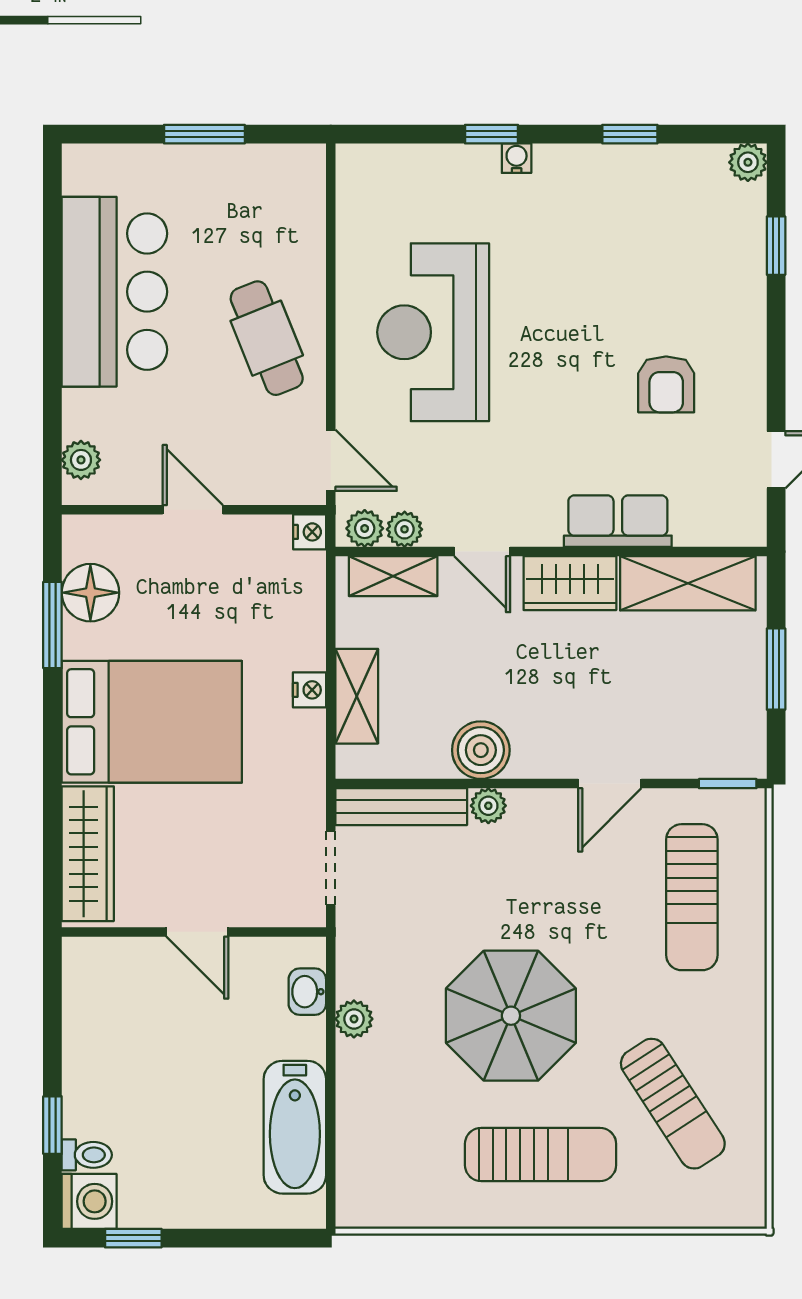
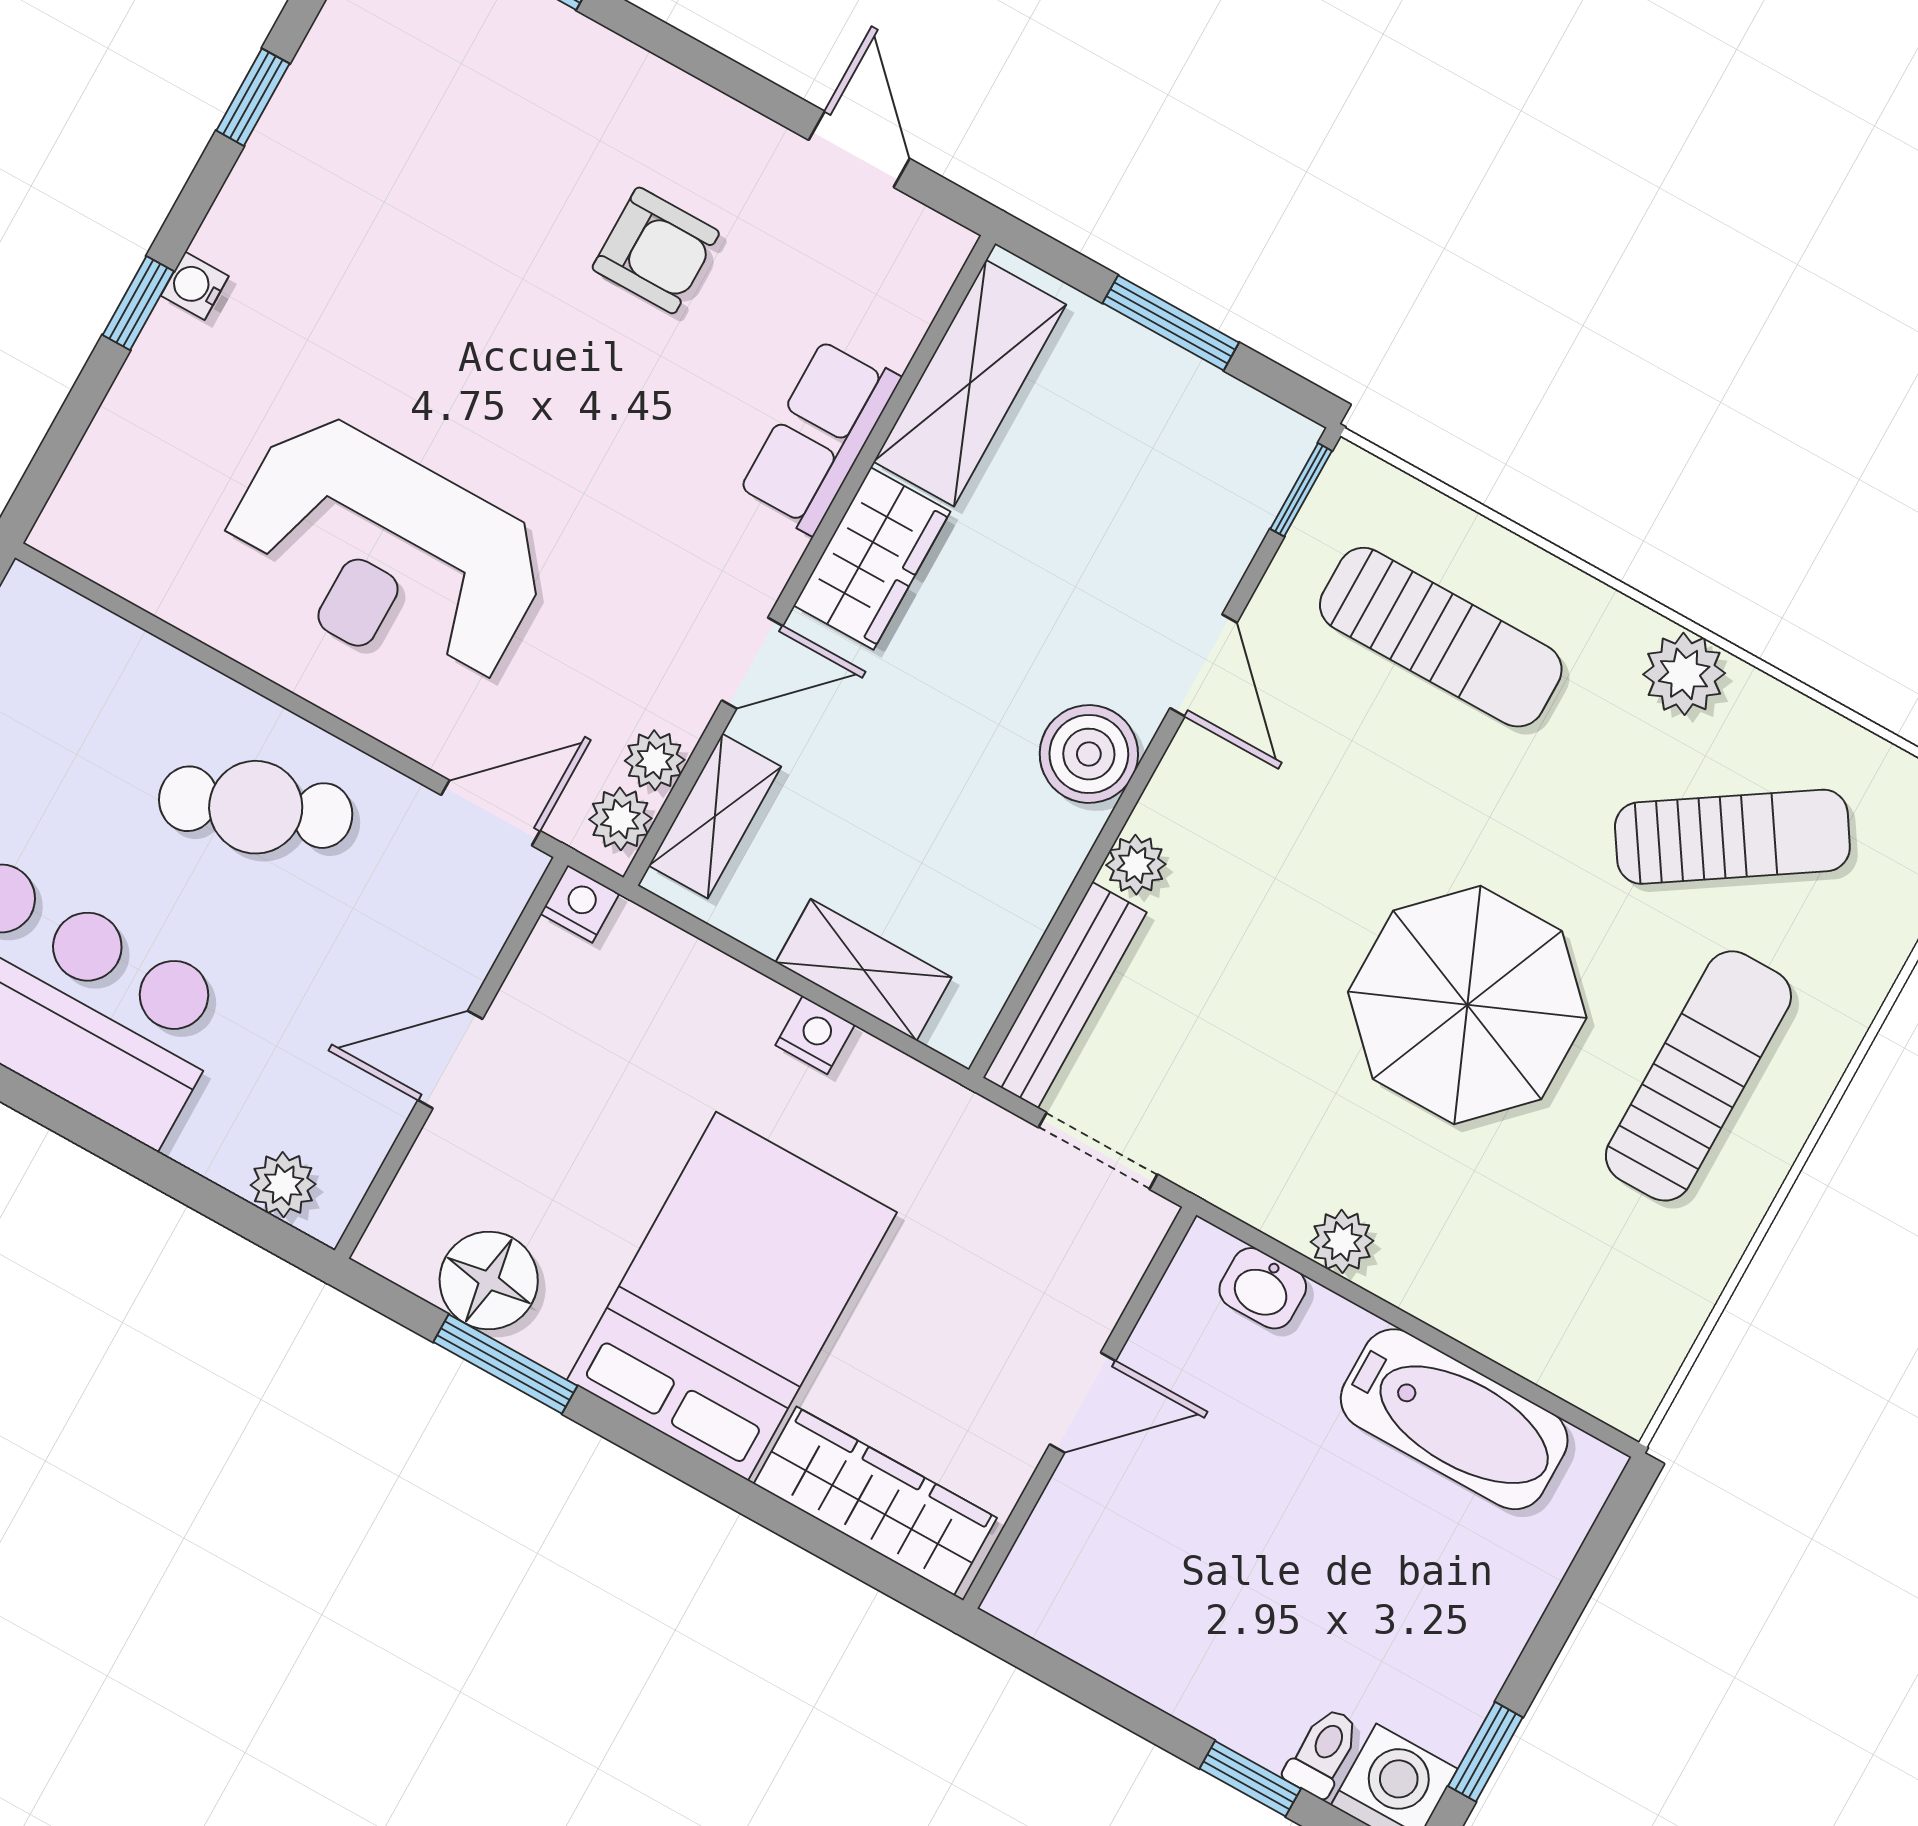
boiler: (481, 750) -> (1089, 754), moved
plant: (743, 1032) -> (1684, 674), added

